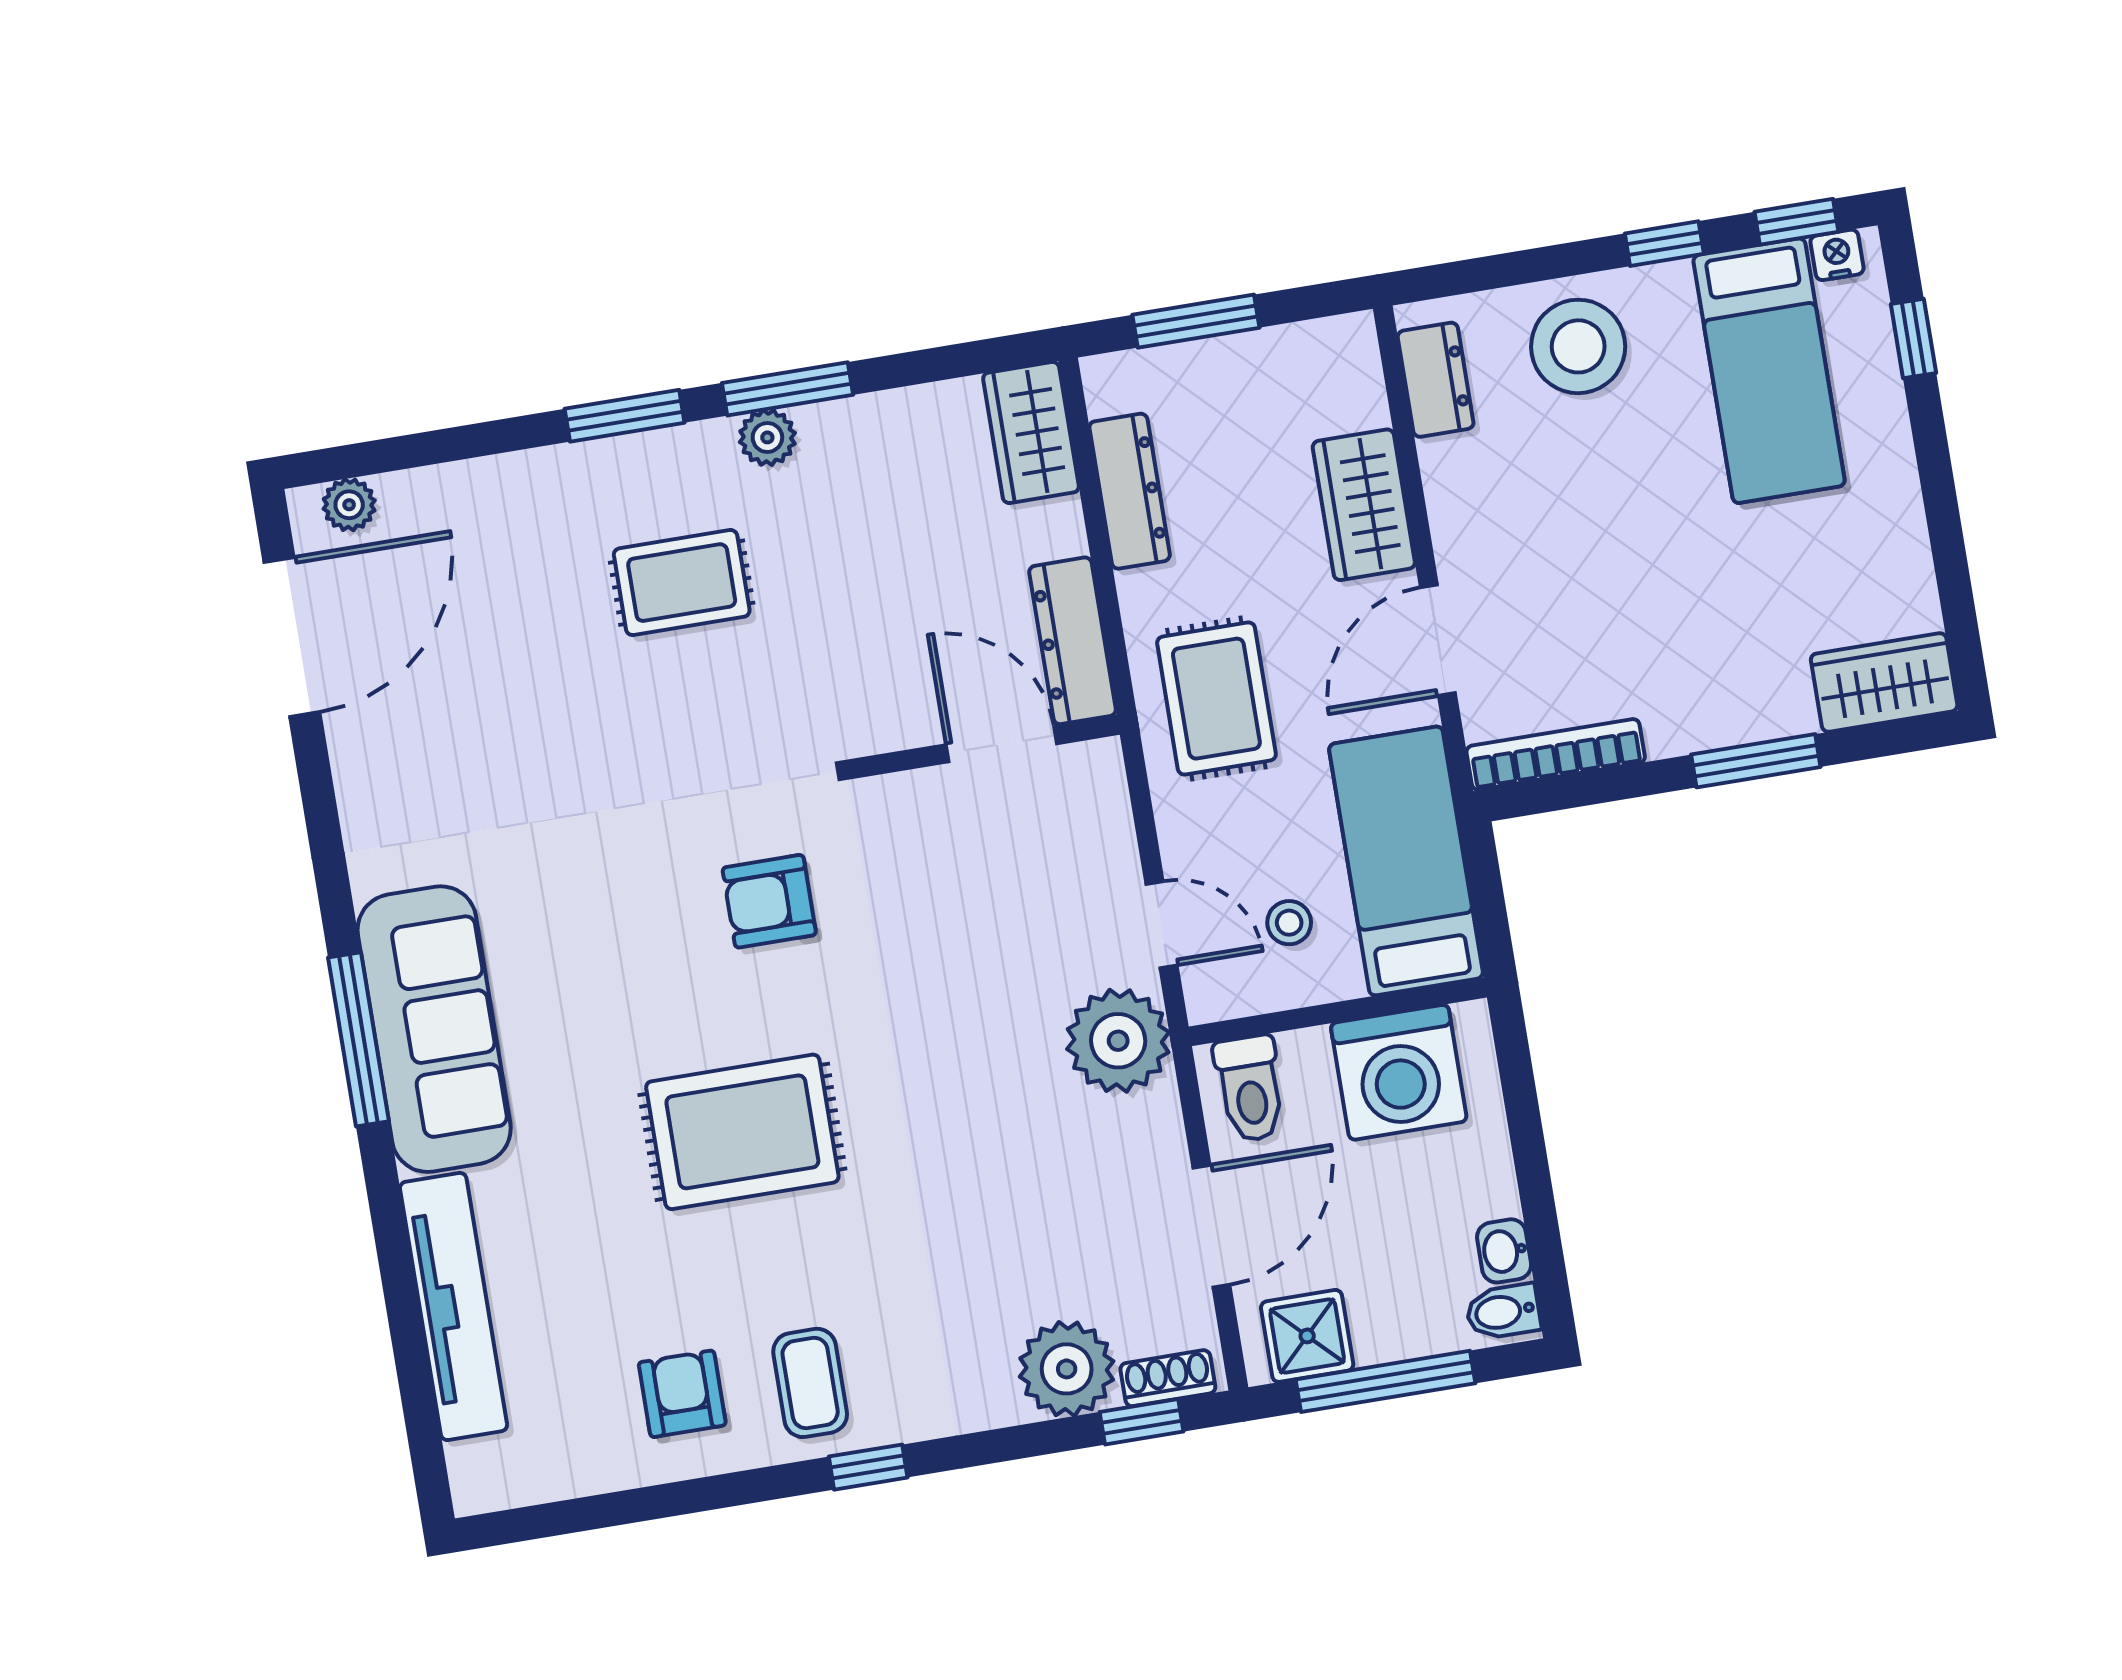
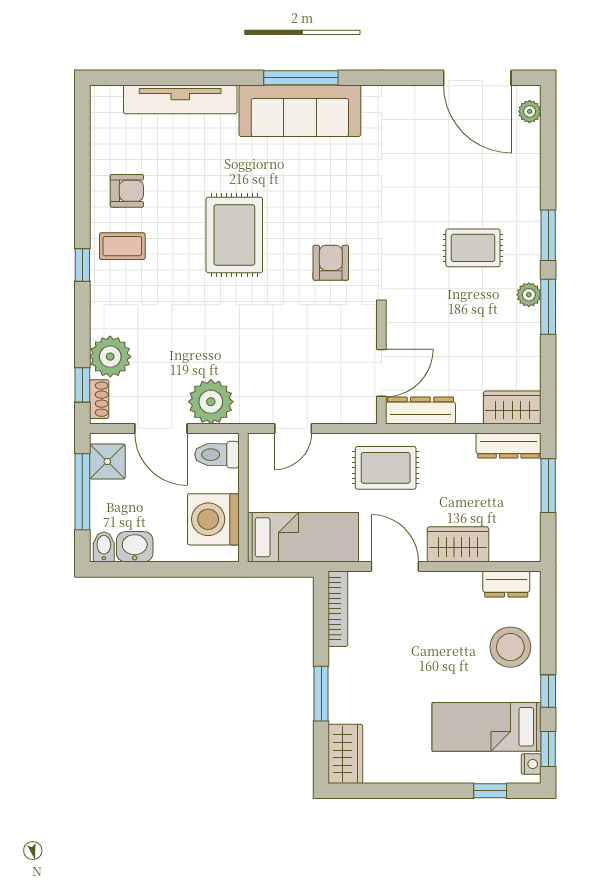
dresser: (1130, 491) -> (509, 445), moved
rug: (682, 583) -> (473, 248), turned 90
stool: (1289, 923) -> (285, 483), removed
plant: (1118, 1041) -> (211, 402), moved
washbasin: (1504, 1251) -> (135, 547), width x1.38, depth x1.45

